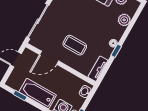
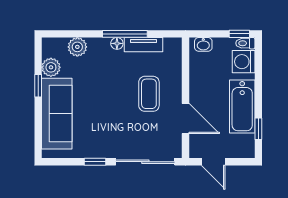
window: (116, 51) -> (125, 34), width x2.17
tv unit: (98, 69) -> (143, 45), moved

